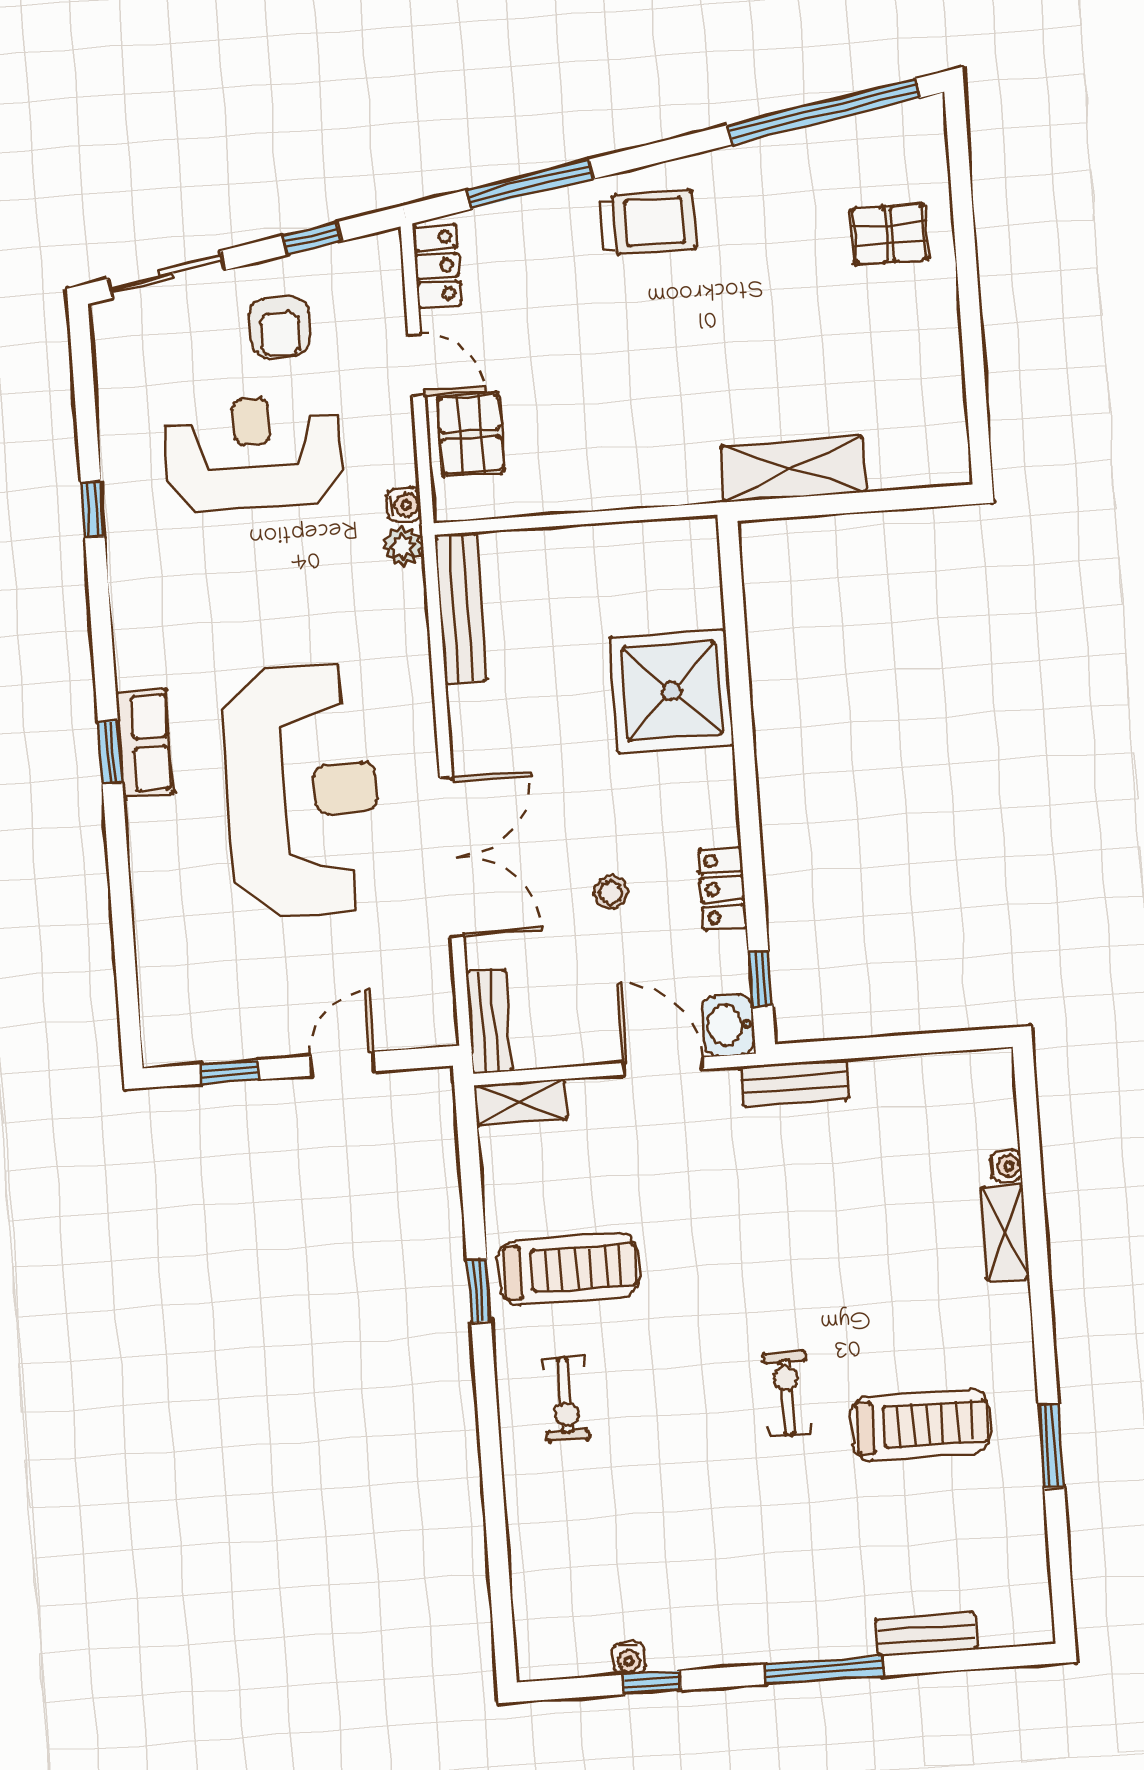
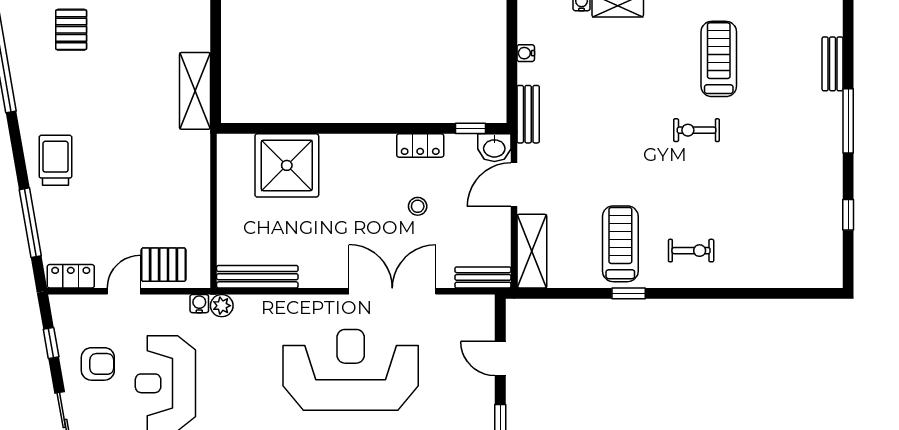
shower: (672, 691) -> (287, 165), moved
shelving: (520, 1103) -> (532, 251), width x1.50, depth x1.33
water cooler: (629, 1659) -> (526, 53), moved, turned 180

